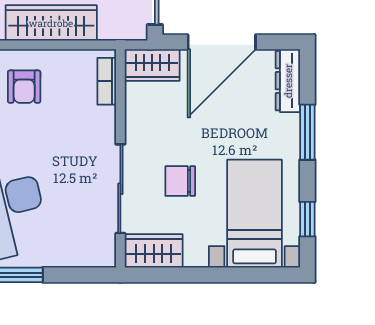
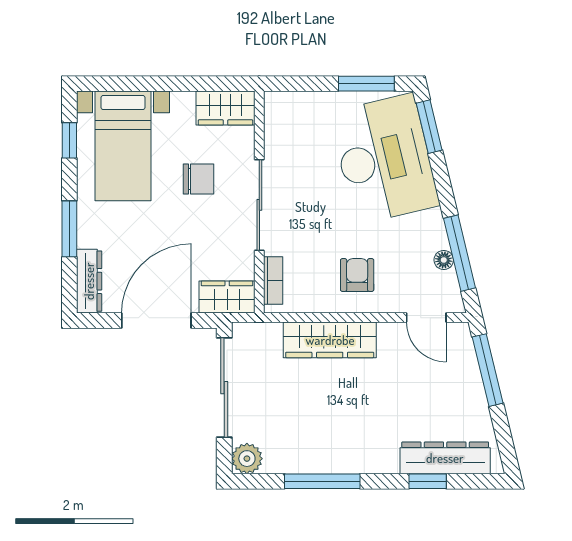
sliding door: (120, 189) -> (259, 205), moved

